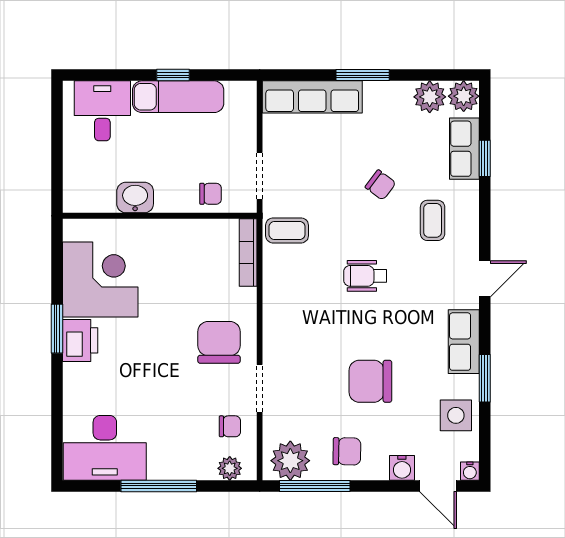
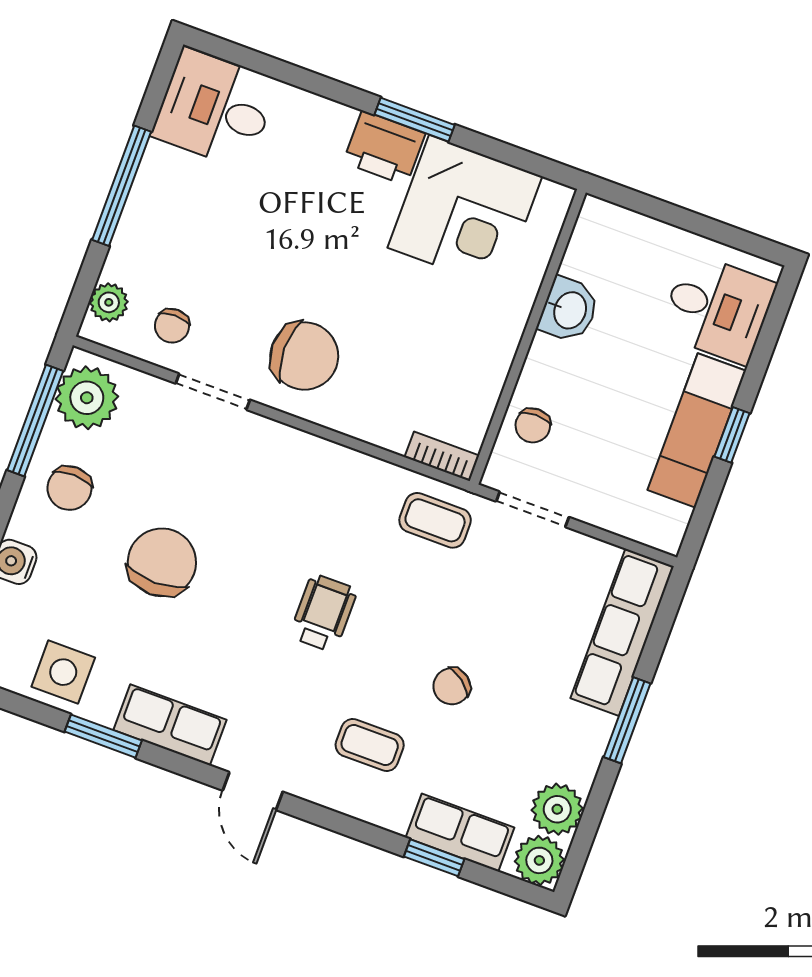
coffee table: (287, 230) -> (435, 520), turned 90
bookcase: (248, 252) -> (442, 456), width x0.64
desk: (105, 448) -> (215, 109), width x0.73

